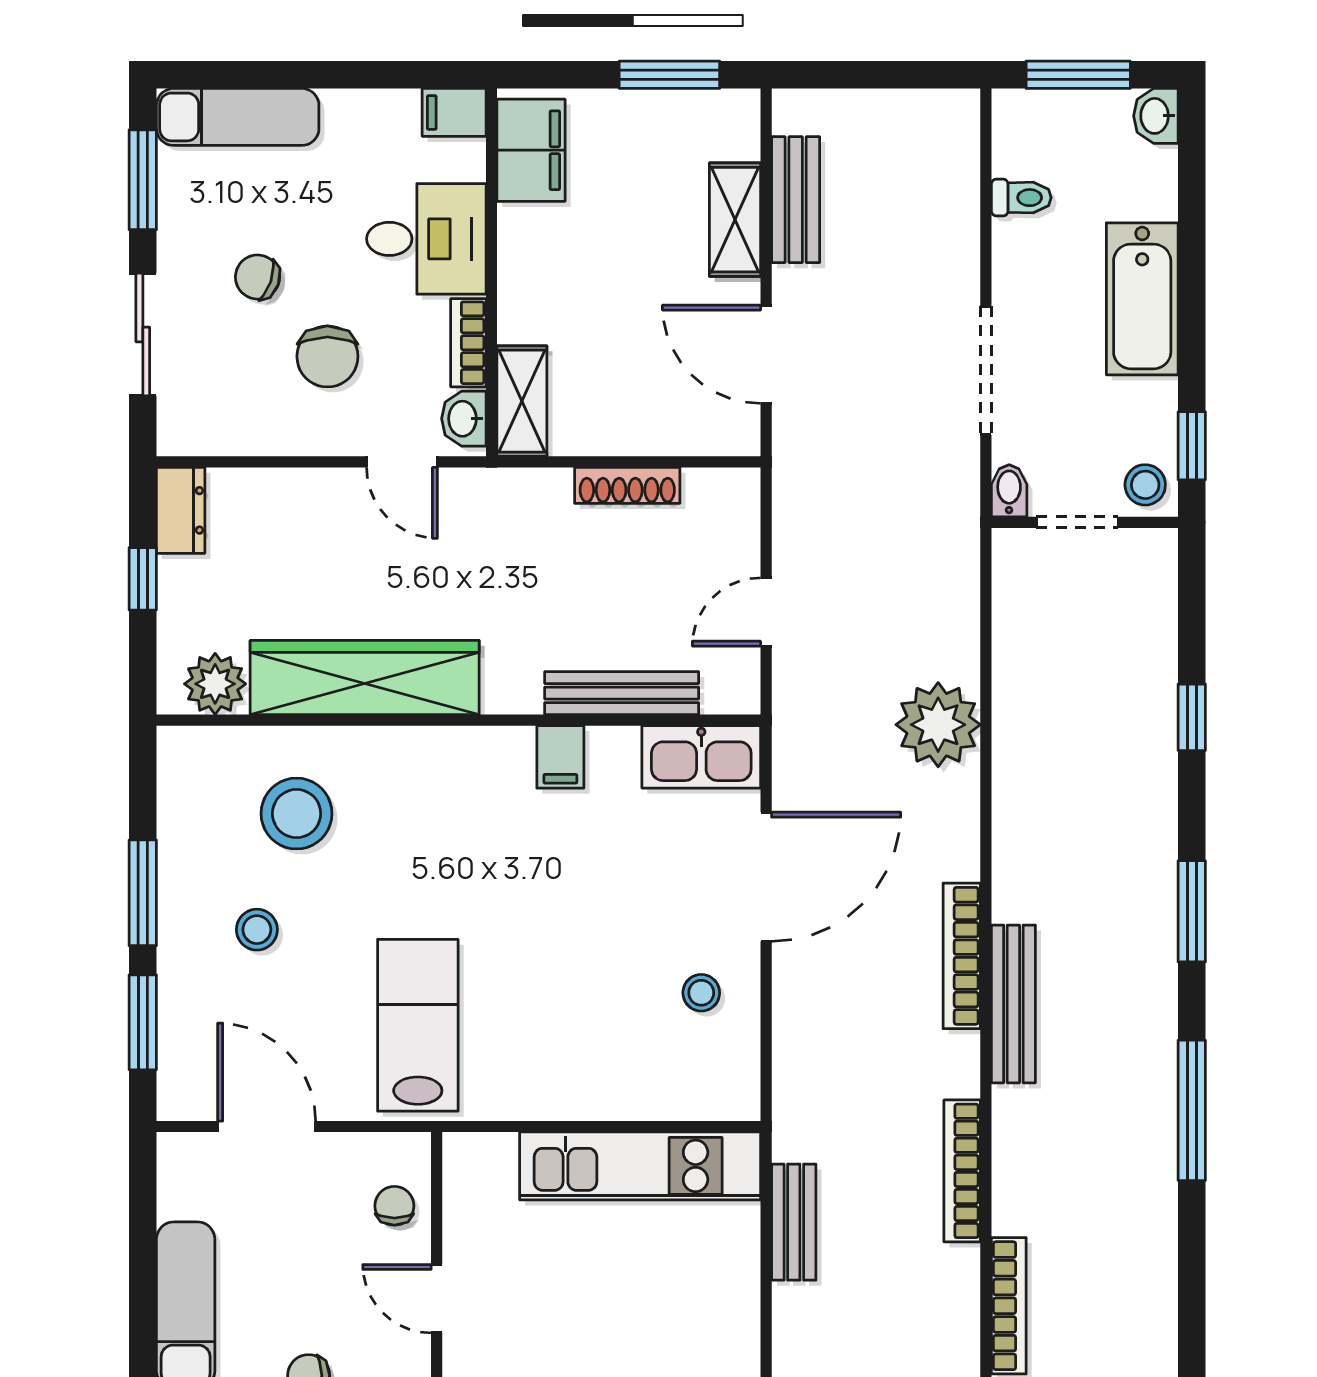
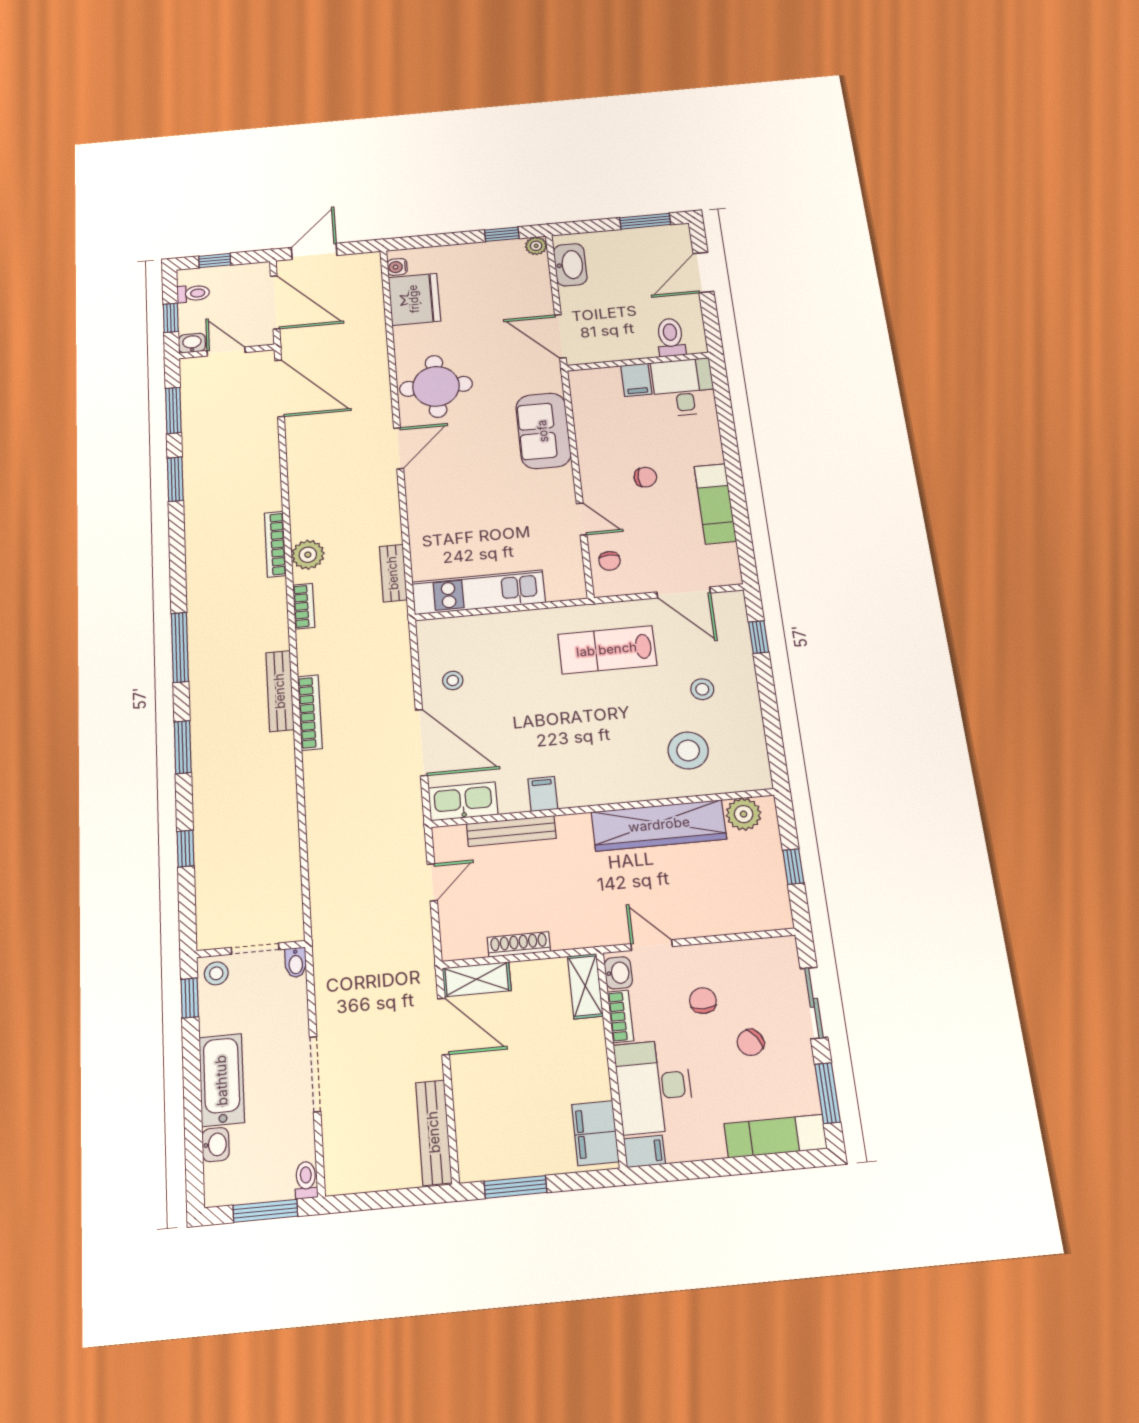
washbasin: (1156, 116) -> (216, 1145), moved
toilet: (1021, 198) -> (306, 1180), moved, turned 90
bench: (796, 200) -> (434, 1132), width x1.36
shelving: (735, 220) -> (477, 979), moved, turned 90
desk: (426, 239) -> (654, 1087), width x1.37
chair: (258, 277) -> (750, 1042), turned 127
chair: (327, 356) -> (703, 1001), width x0.73, depth x0.73
doorway: (986, 371) -> (315, 1074), moved
dresser: (181, 510) -> (777, 906), removed
plant: (938, 725) -> (308, 555), moved, width x0.73, depth x0.73
door: (766, 877) -> (421, 743), swing flipped
window: (143, 893) -> (768, 702), removed
window: (143, 1022) -> (759, 637), width x0.67
lab bench: (418, 1025) -> (607, 650), turned 90
bookcase: (962, 1171) -> (304, 606), width x0.64

